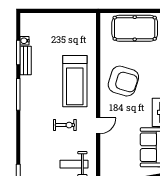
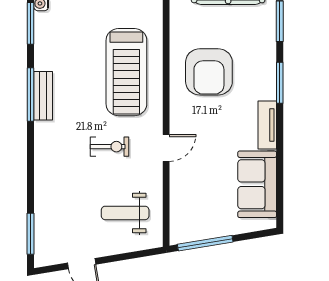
bench: (26, 61) -> (43, 96), moved
armchair: (123, 81) -> (209, 72), turned 73

